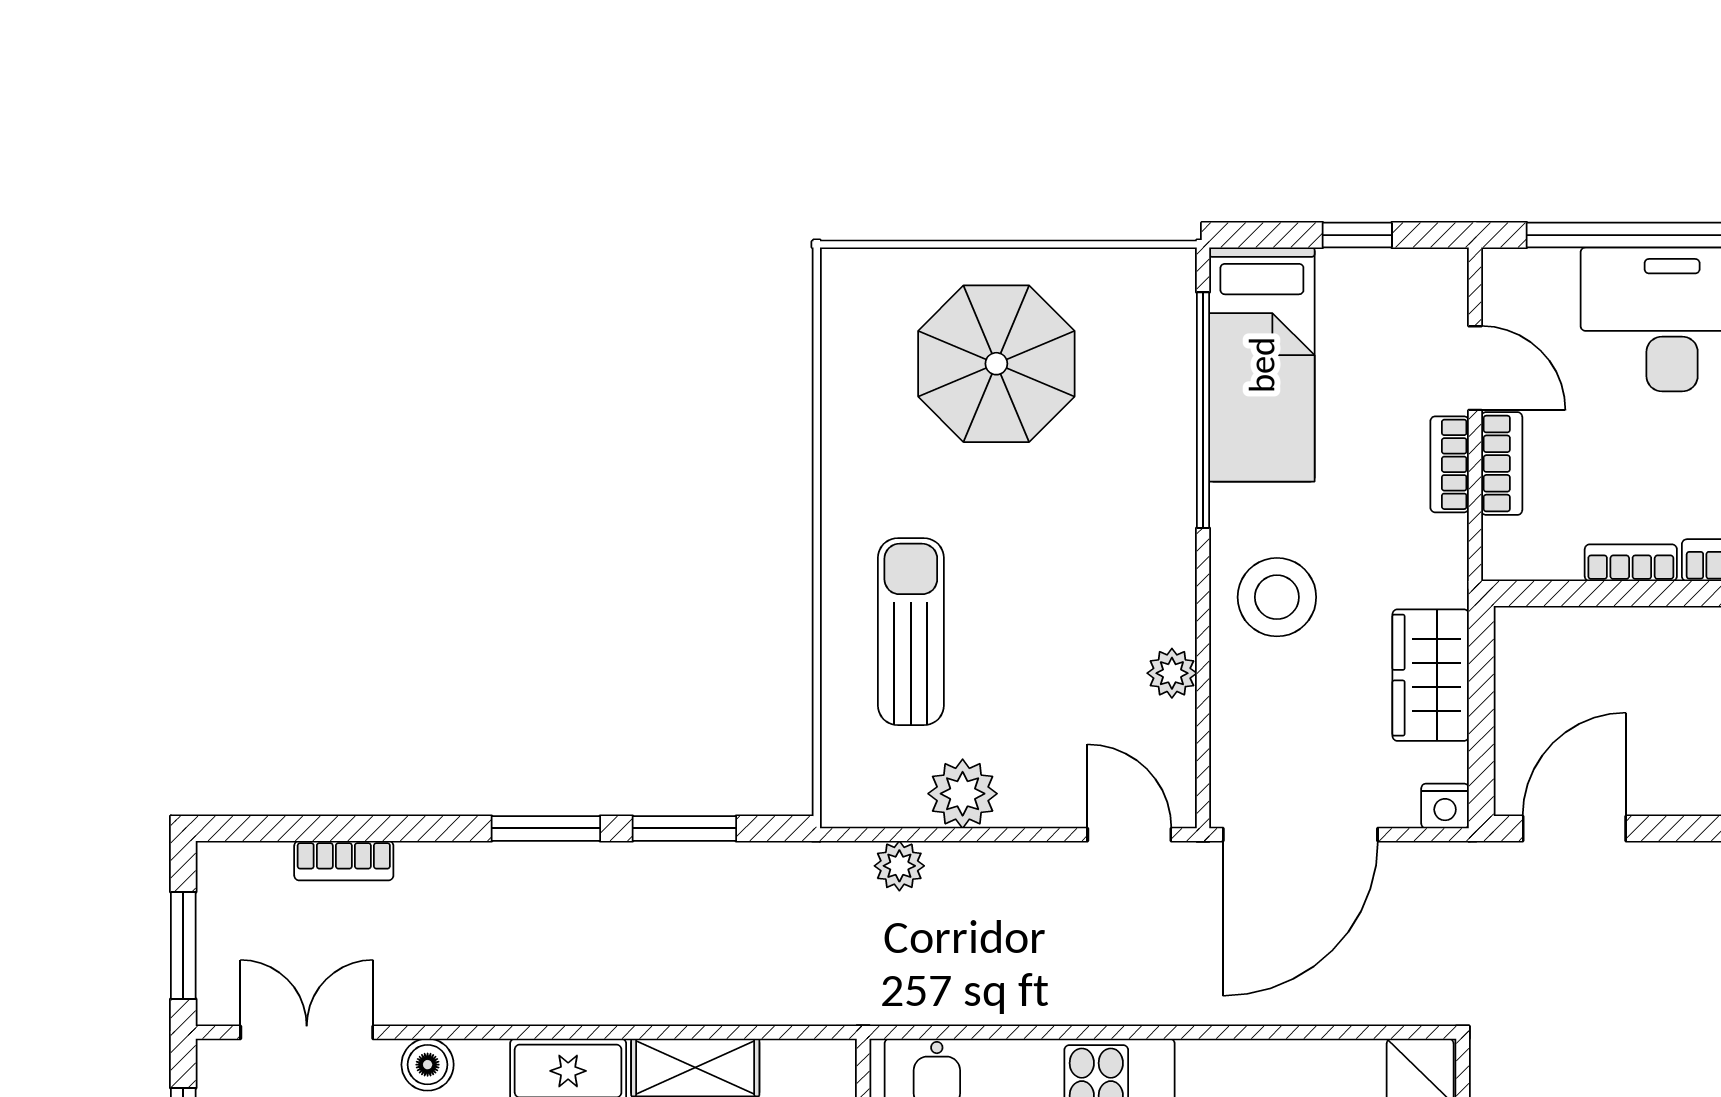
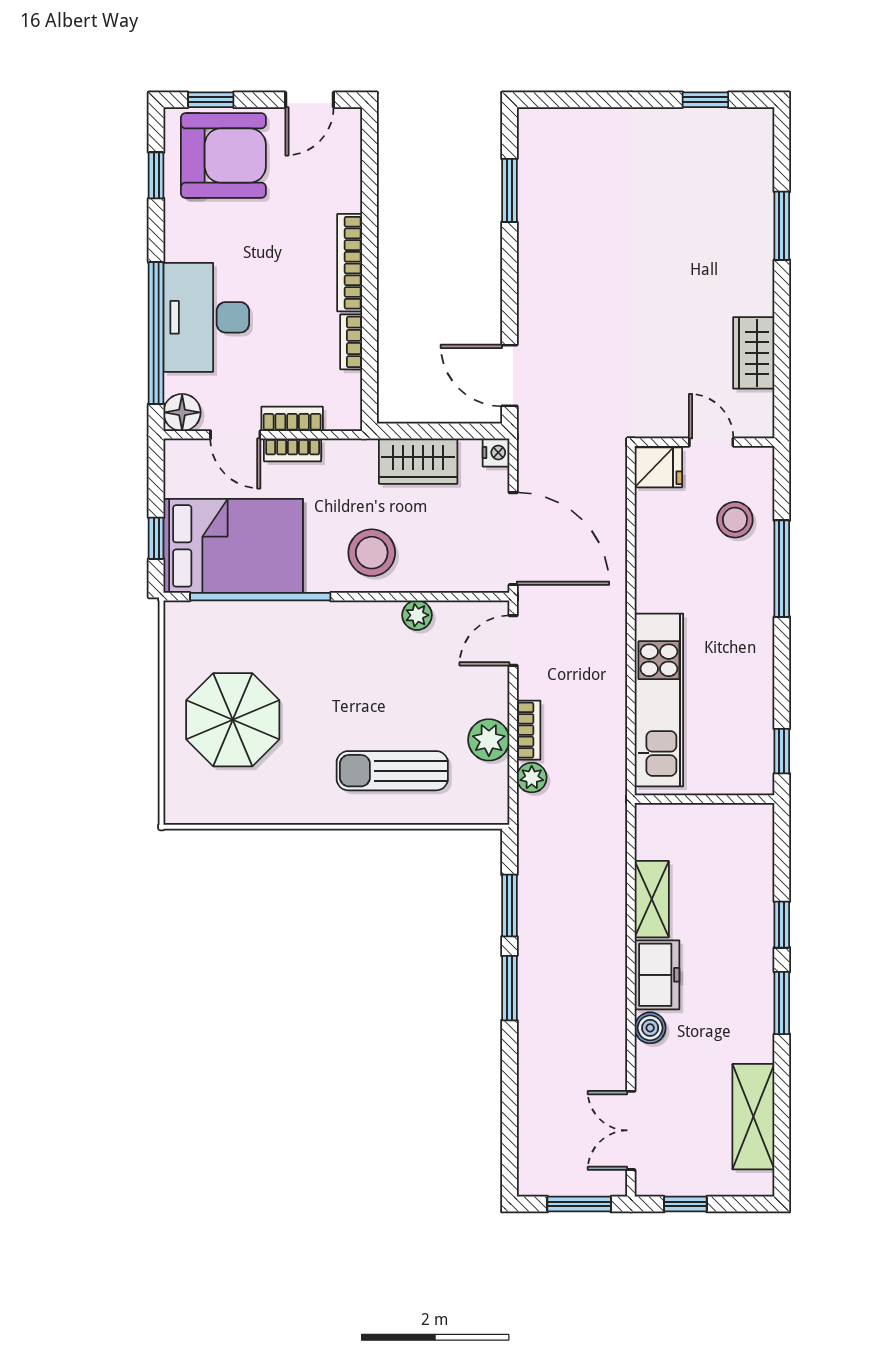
window: (1357, 235) -> (156, 538), moved
floor lamp: (1512, 279) -> (182, 412), added
bed: (1262, 365) -> (233, 546), width x1.50
door: (1475, 368) -> (235, 435), swing flipped
bookcase: (344, 861) -> (529, 730), moved
boiler: (428, 1065) -> (650, 1028), moved

